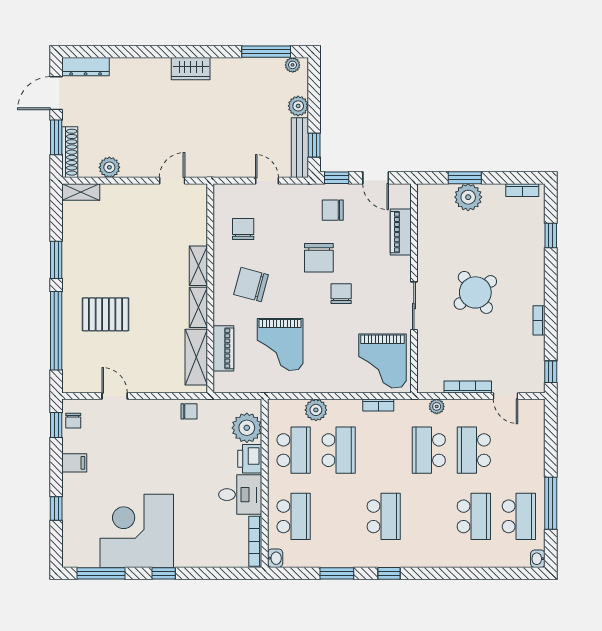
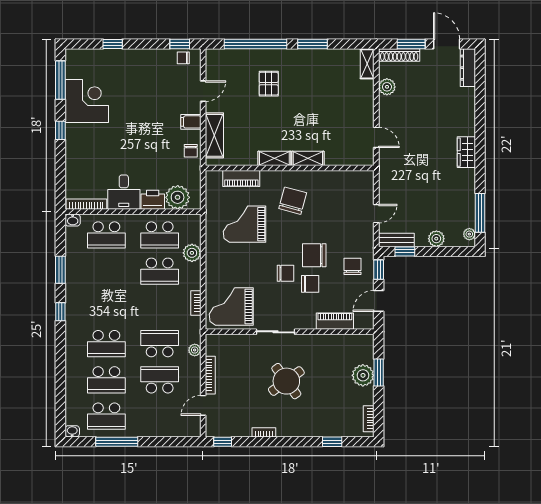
bench: (300, 148) -> (396, 240), width x0.73
chair: (243, 229) -> (310, 284), moved
pallet: (105, 314) -> (269, 84), width x0.67, depth x0.71
shelving: (196, 357) -> (214, 135), moved, turned 90
filing cabinet: (74, 463) -> (191, 122), moved, turned 90
school desk: (384, 516) -> (106, 344), moved
corner desk: (137, 531) -> (87, 101), width x0.74, depth x0.74

